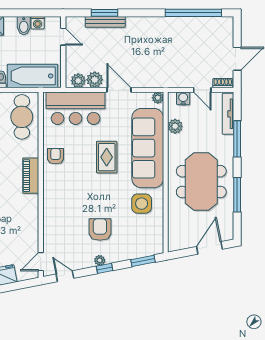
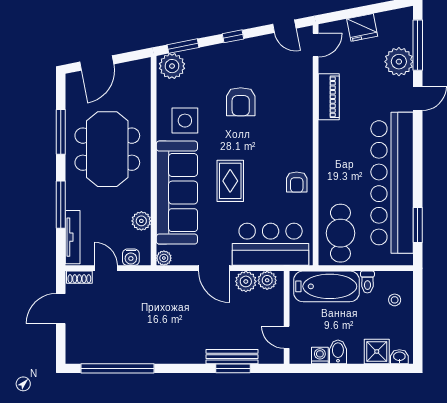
piano: (31, 176) -> (329, 97), moved
armchair: (100, 230) -> (241, 102), moved
plant: (100, 260) -> (172, 66), moved, width x1.88, depth x1.88

